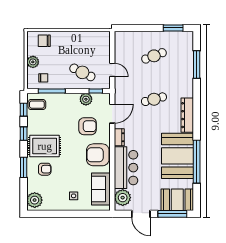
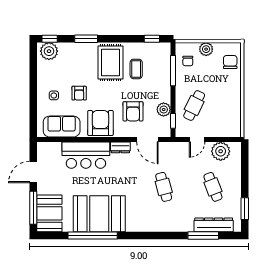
coffee table: (37, 105) -> (136, 69), moved
dresser: (187, 115) -> (214, 225), moved
window: (24, 134) -> (50, 39), moved
armchair: (45, 169) -> (79, 93), moved
plant: (123, 198) -> (221, 151), moved

